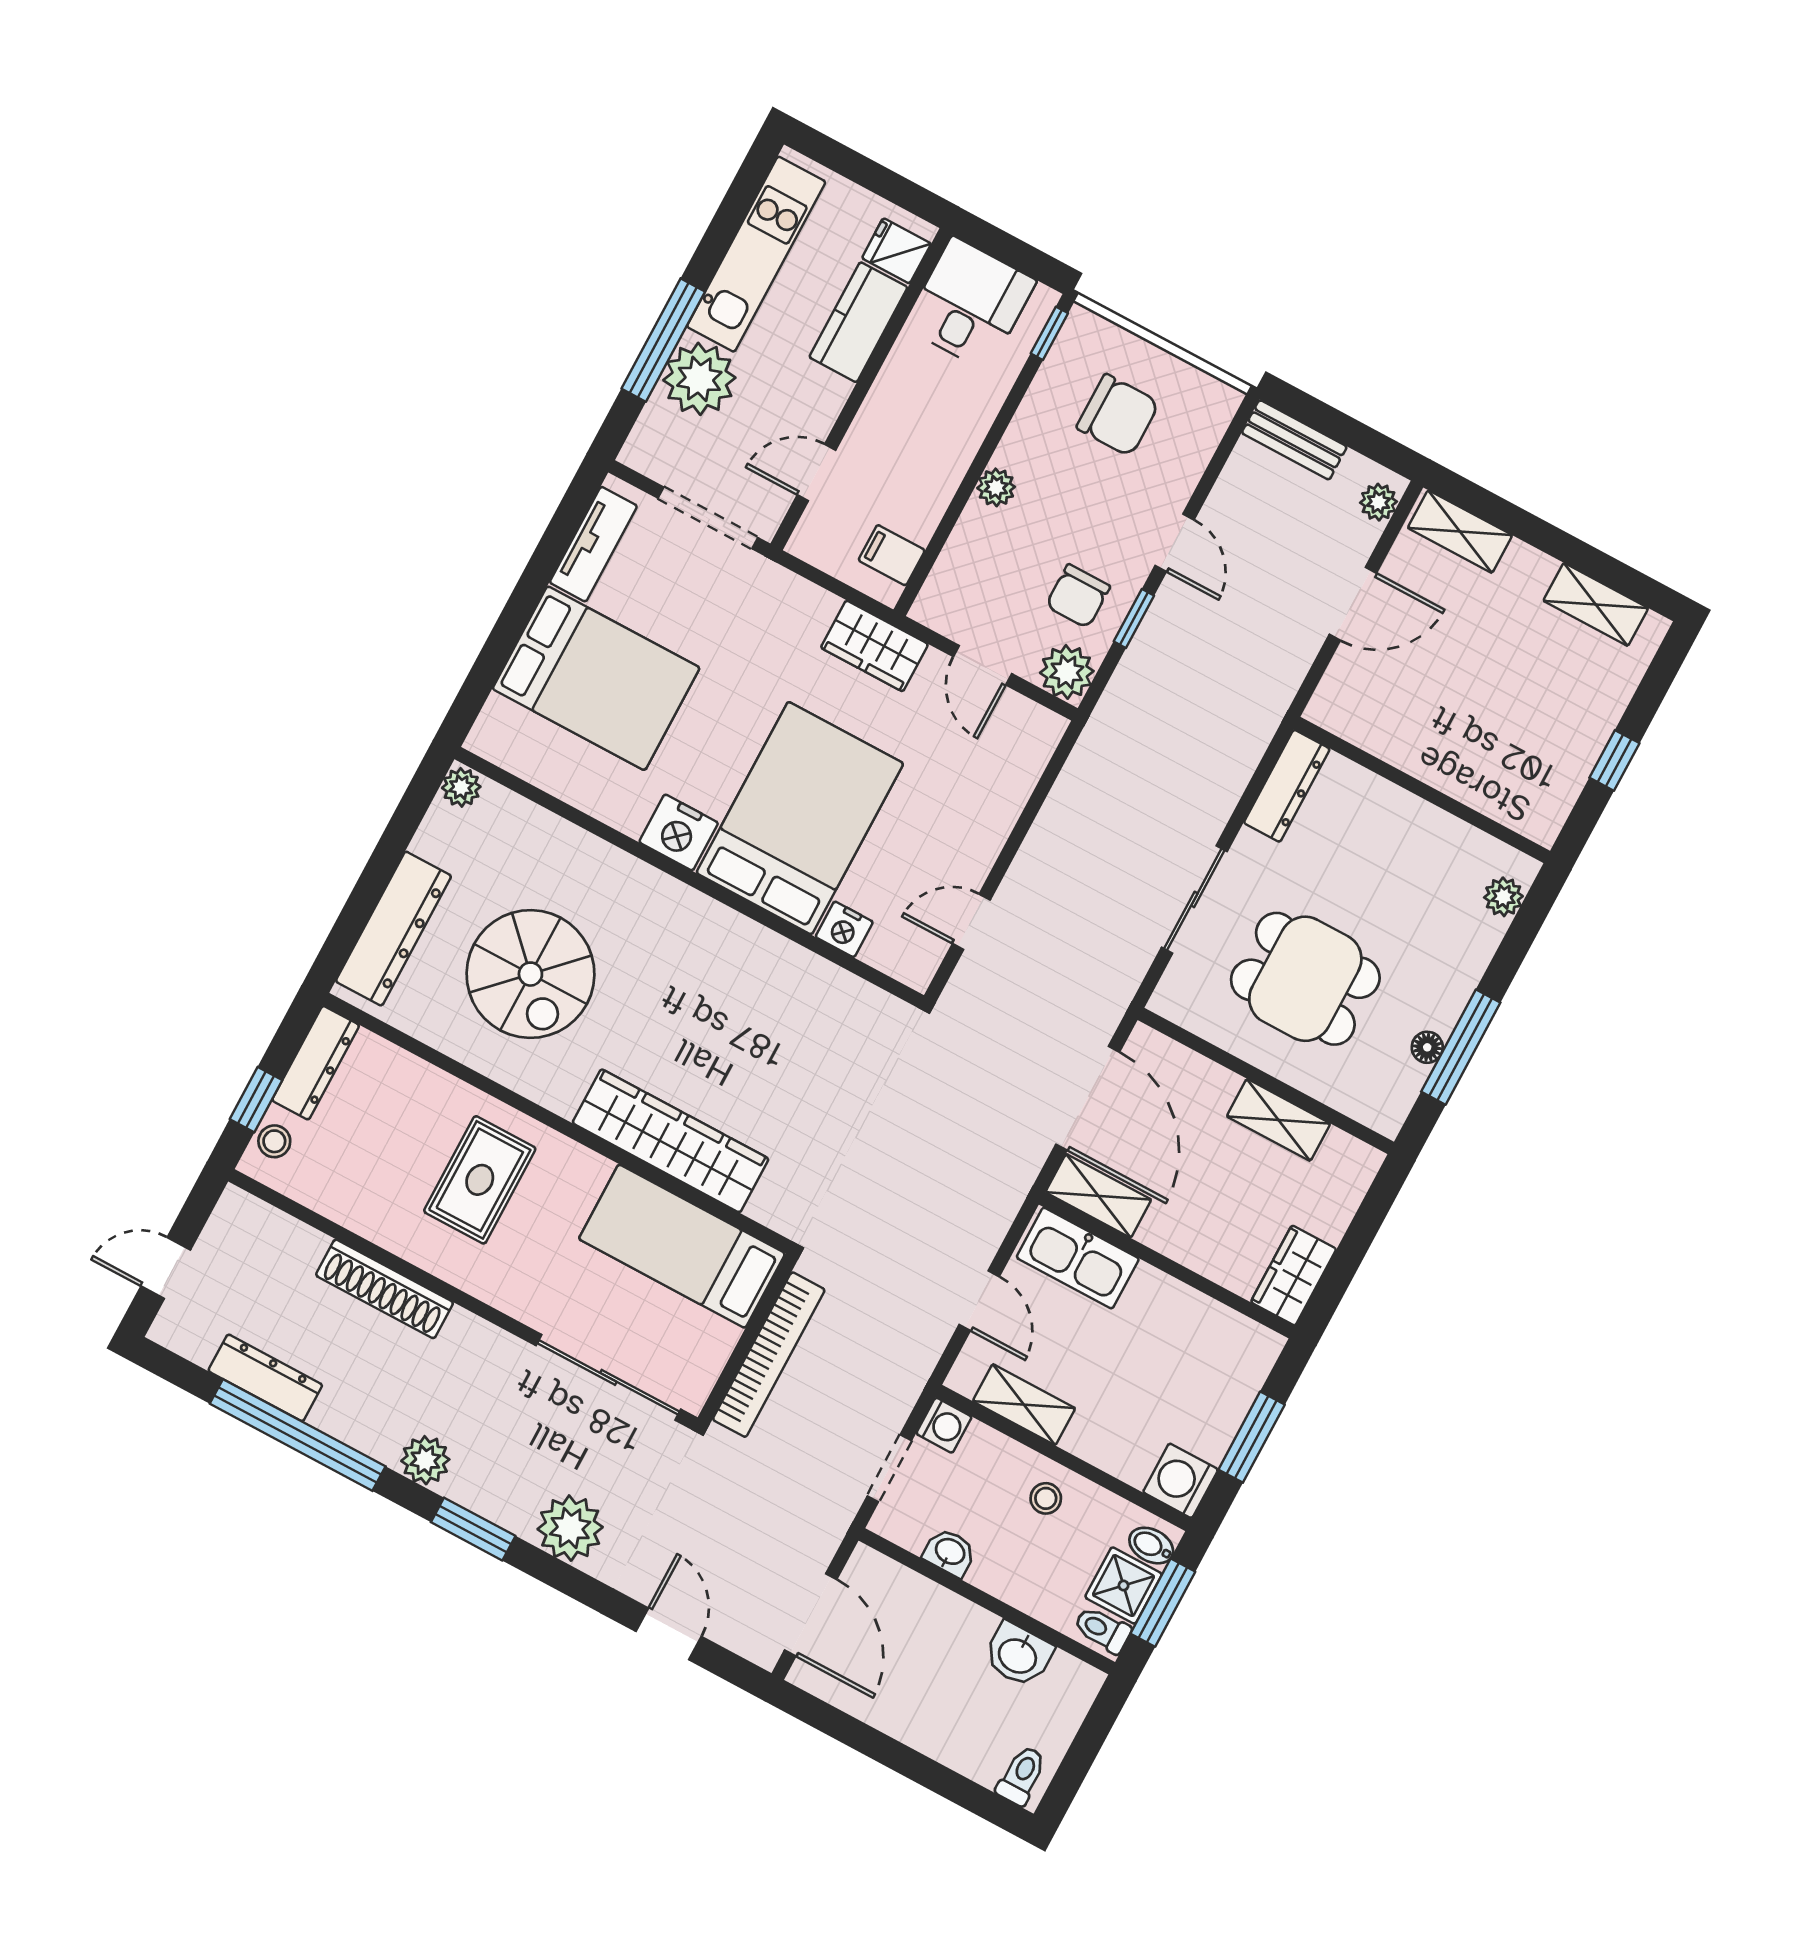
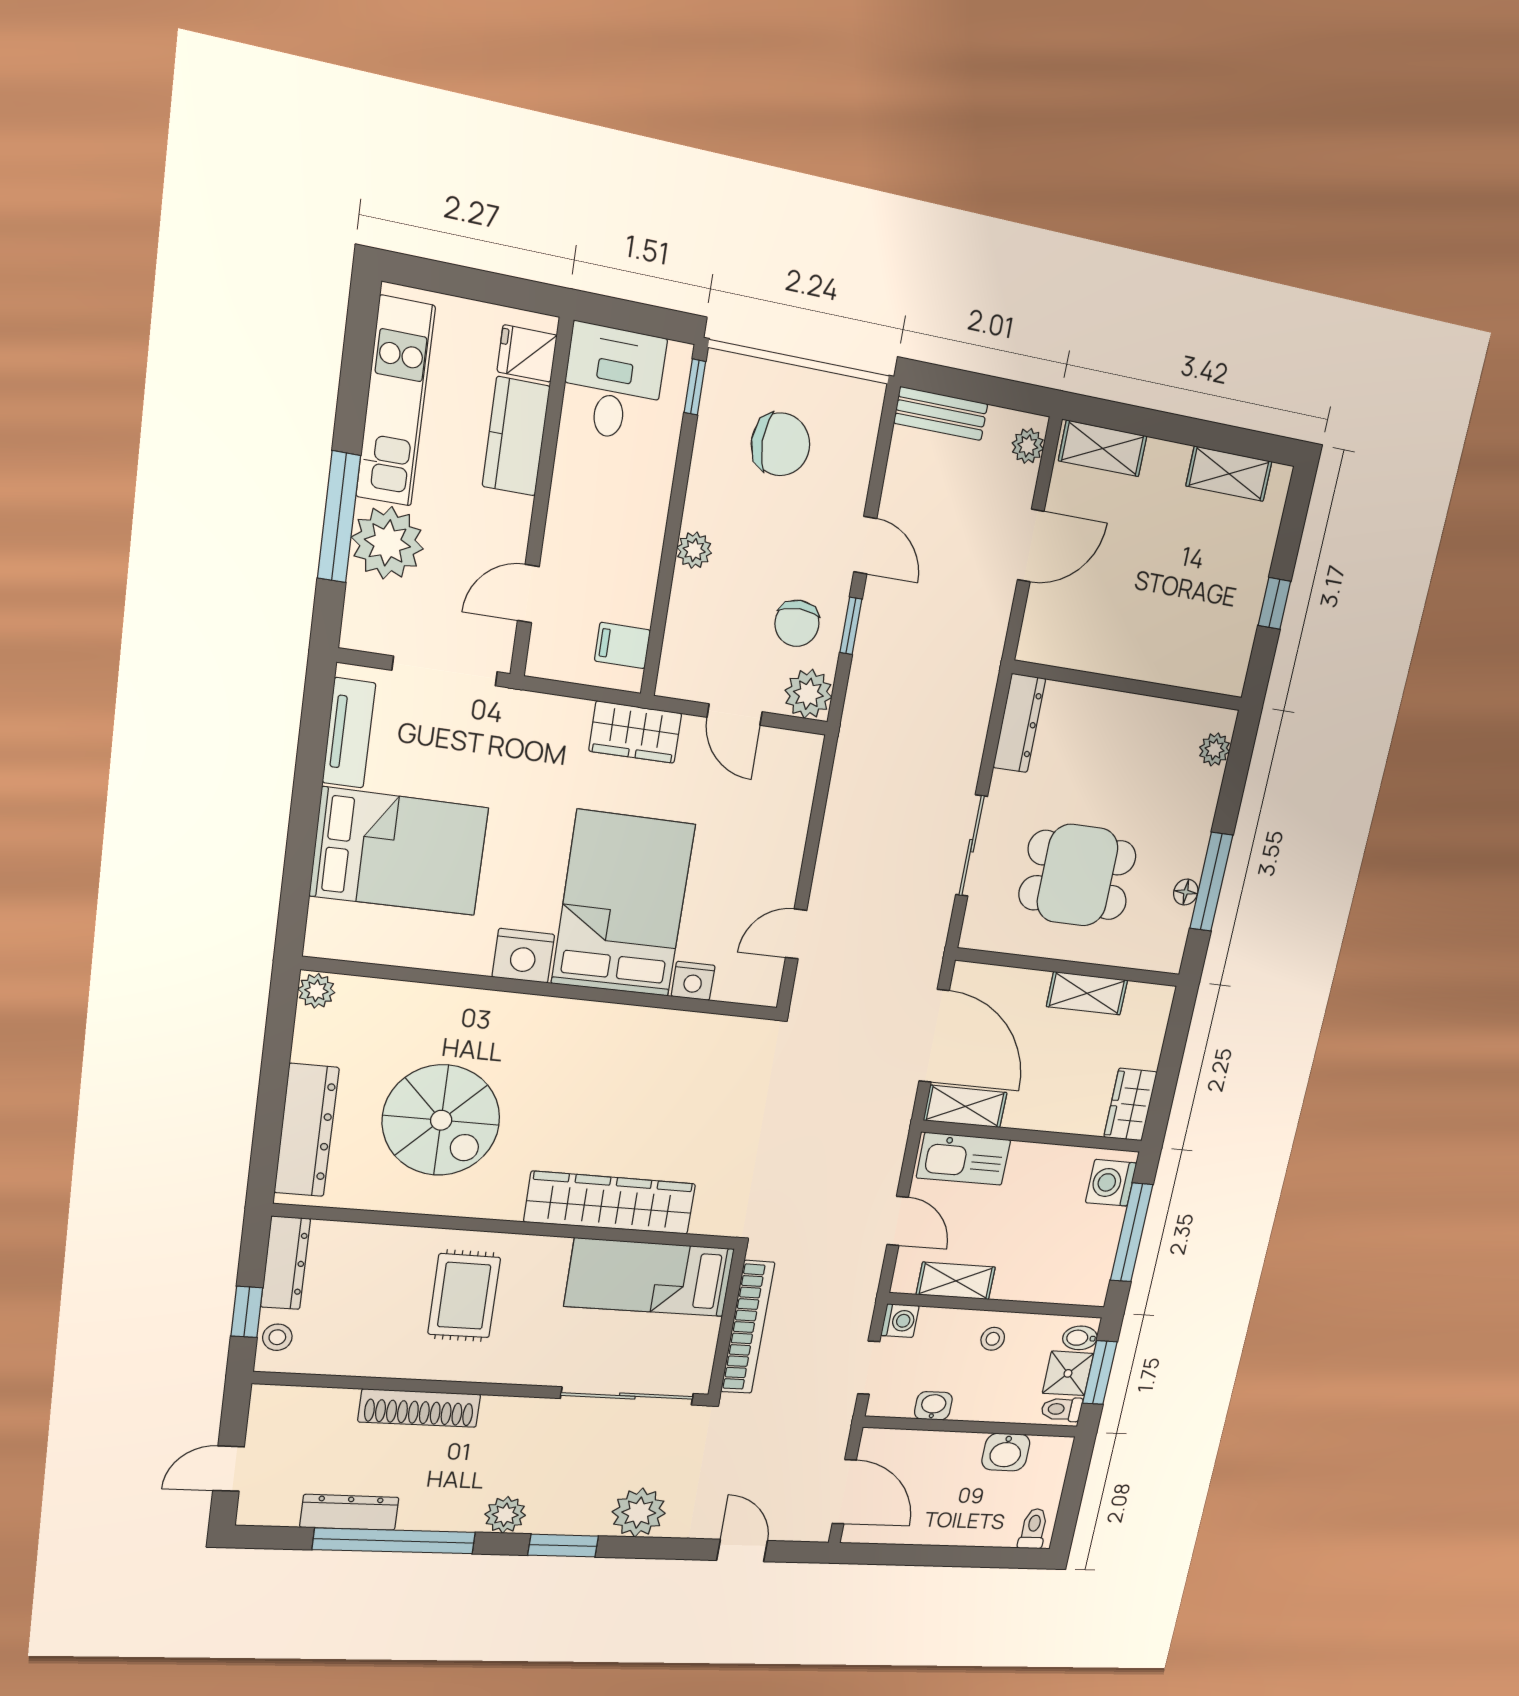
window: (1252, 1437) -> (1132, 1233), width x1.44
washing machine: (1181, 1481) -> (1111, 1183), moved

